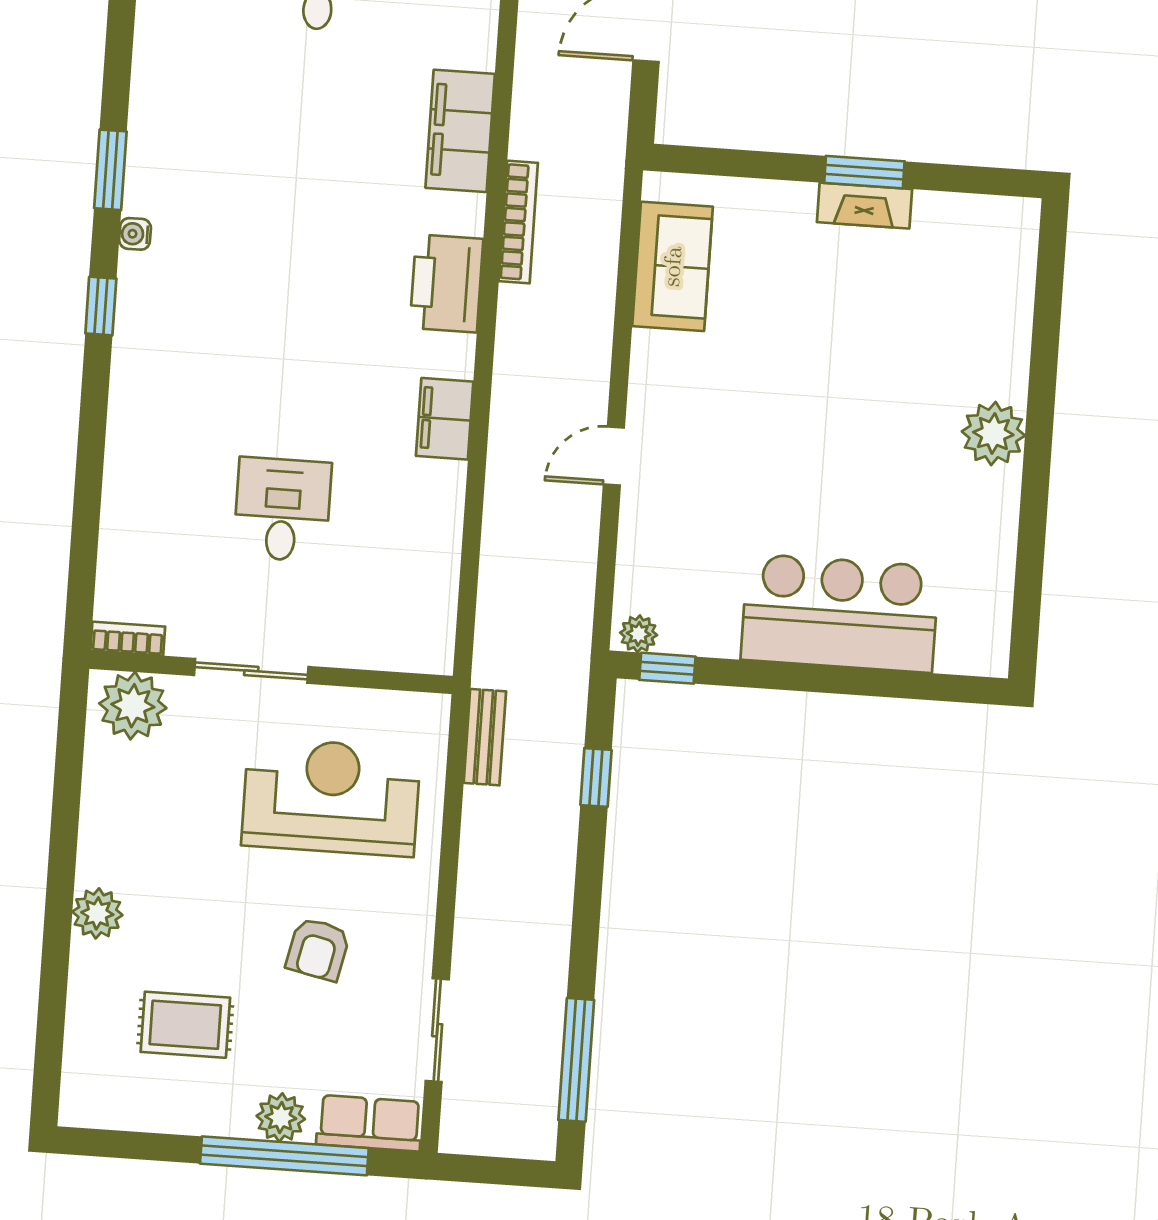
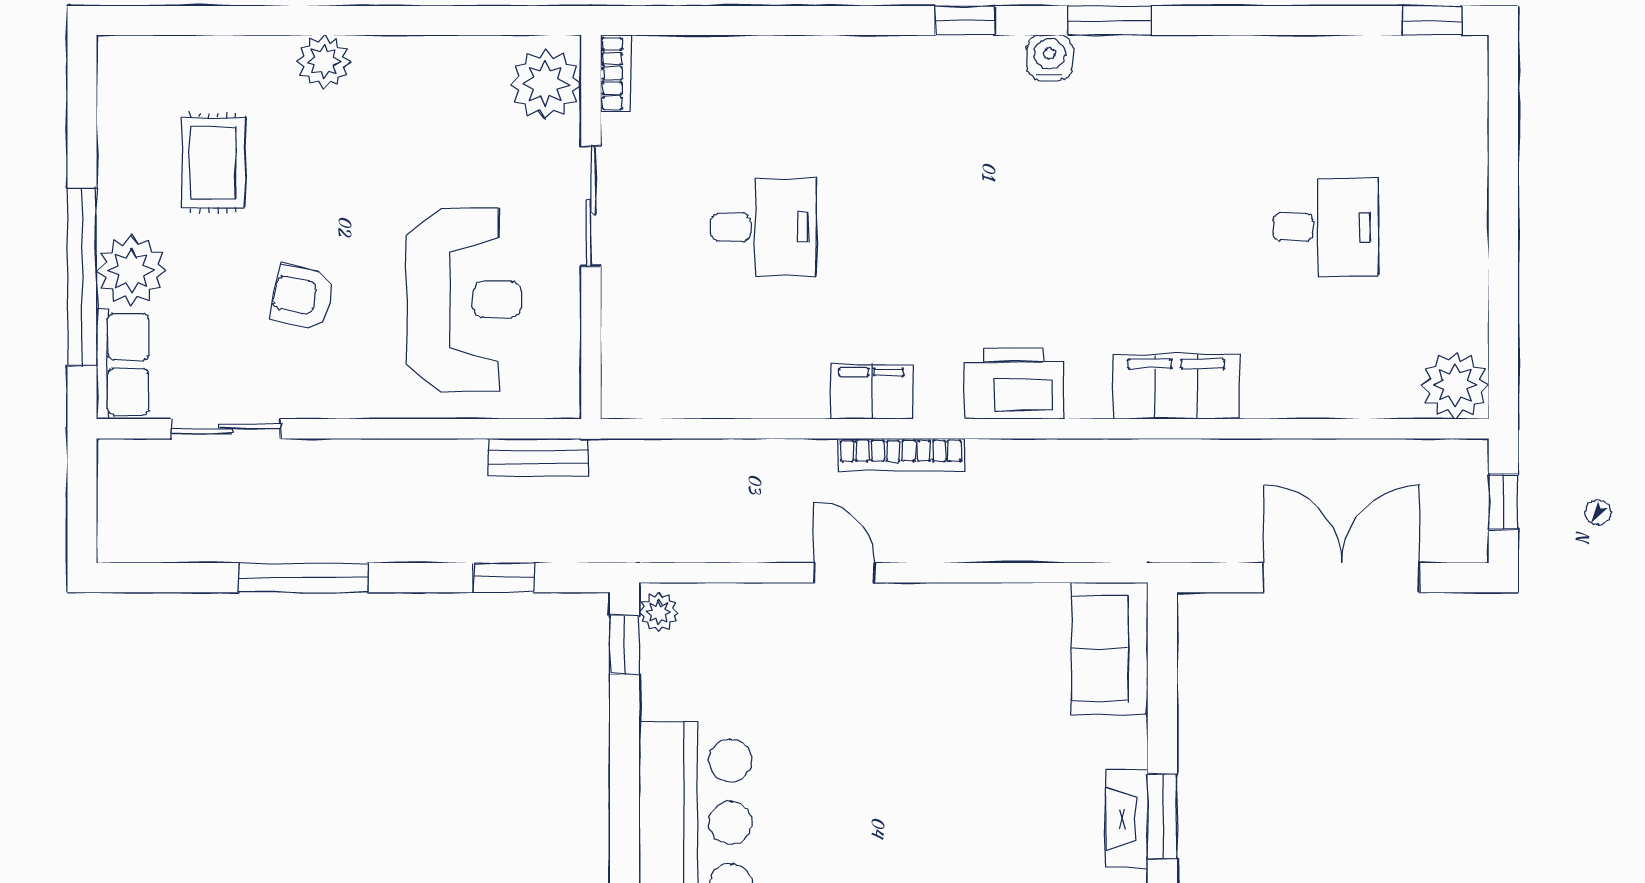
bookcase: (518, 222) -> (901, 455), moved
water cooler: (135, 234) -> (1050, 58), width x1.38, depth x1.38
sofa: (672, 266) -> (1110, 648), moved, turned 90
window: (576, 1060) -> (303, 578), moved
plant: (281, 1118) -> (131, 270), width x1.36, depth x1.36

